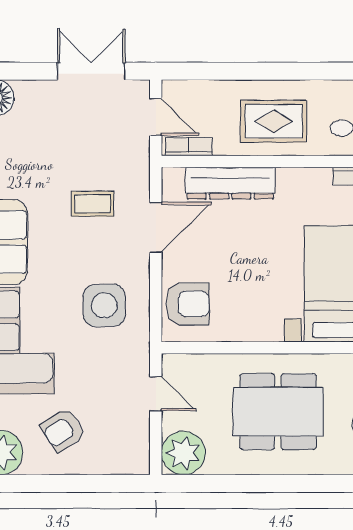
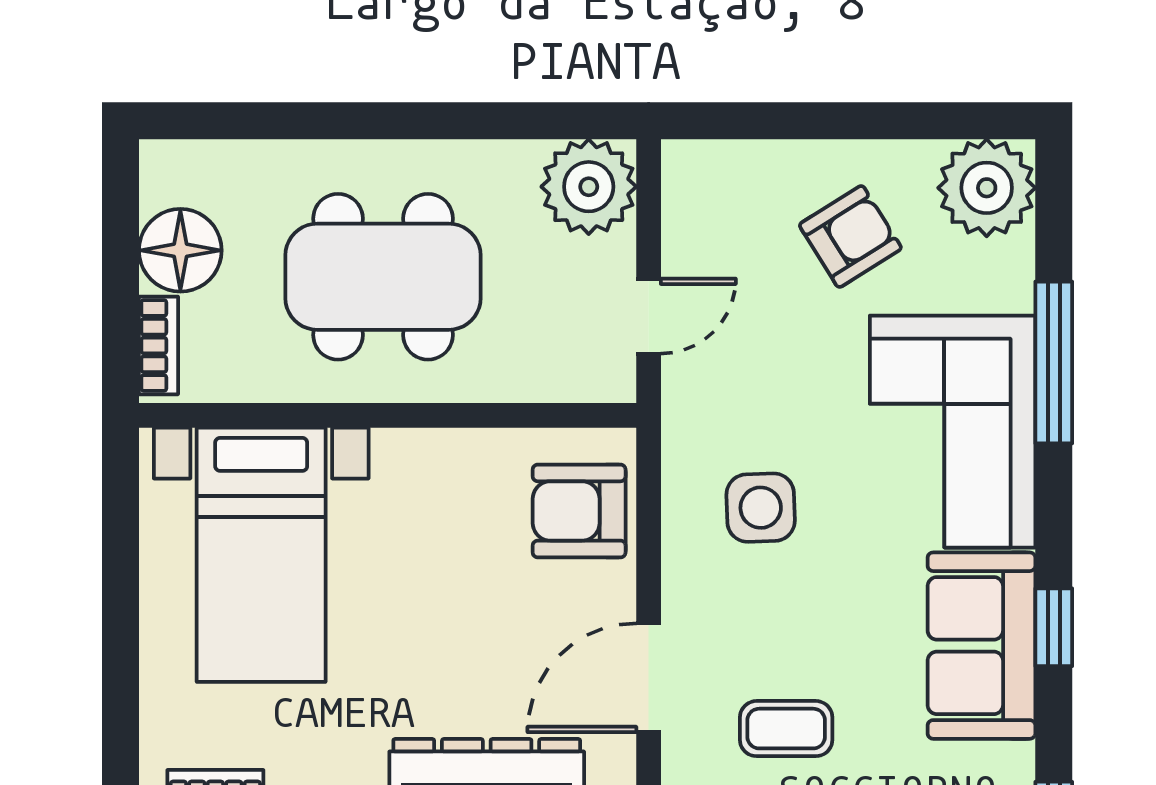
side table: (104, 305) -> (761, 508), width x0.73, depth x0.73
door: (156, 394) -> (649, 316), swing flipped

